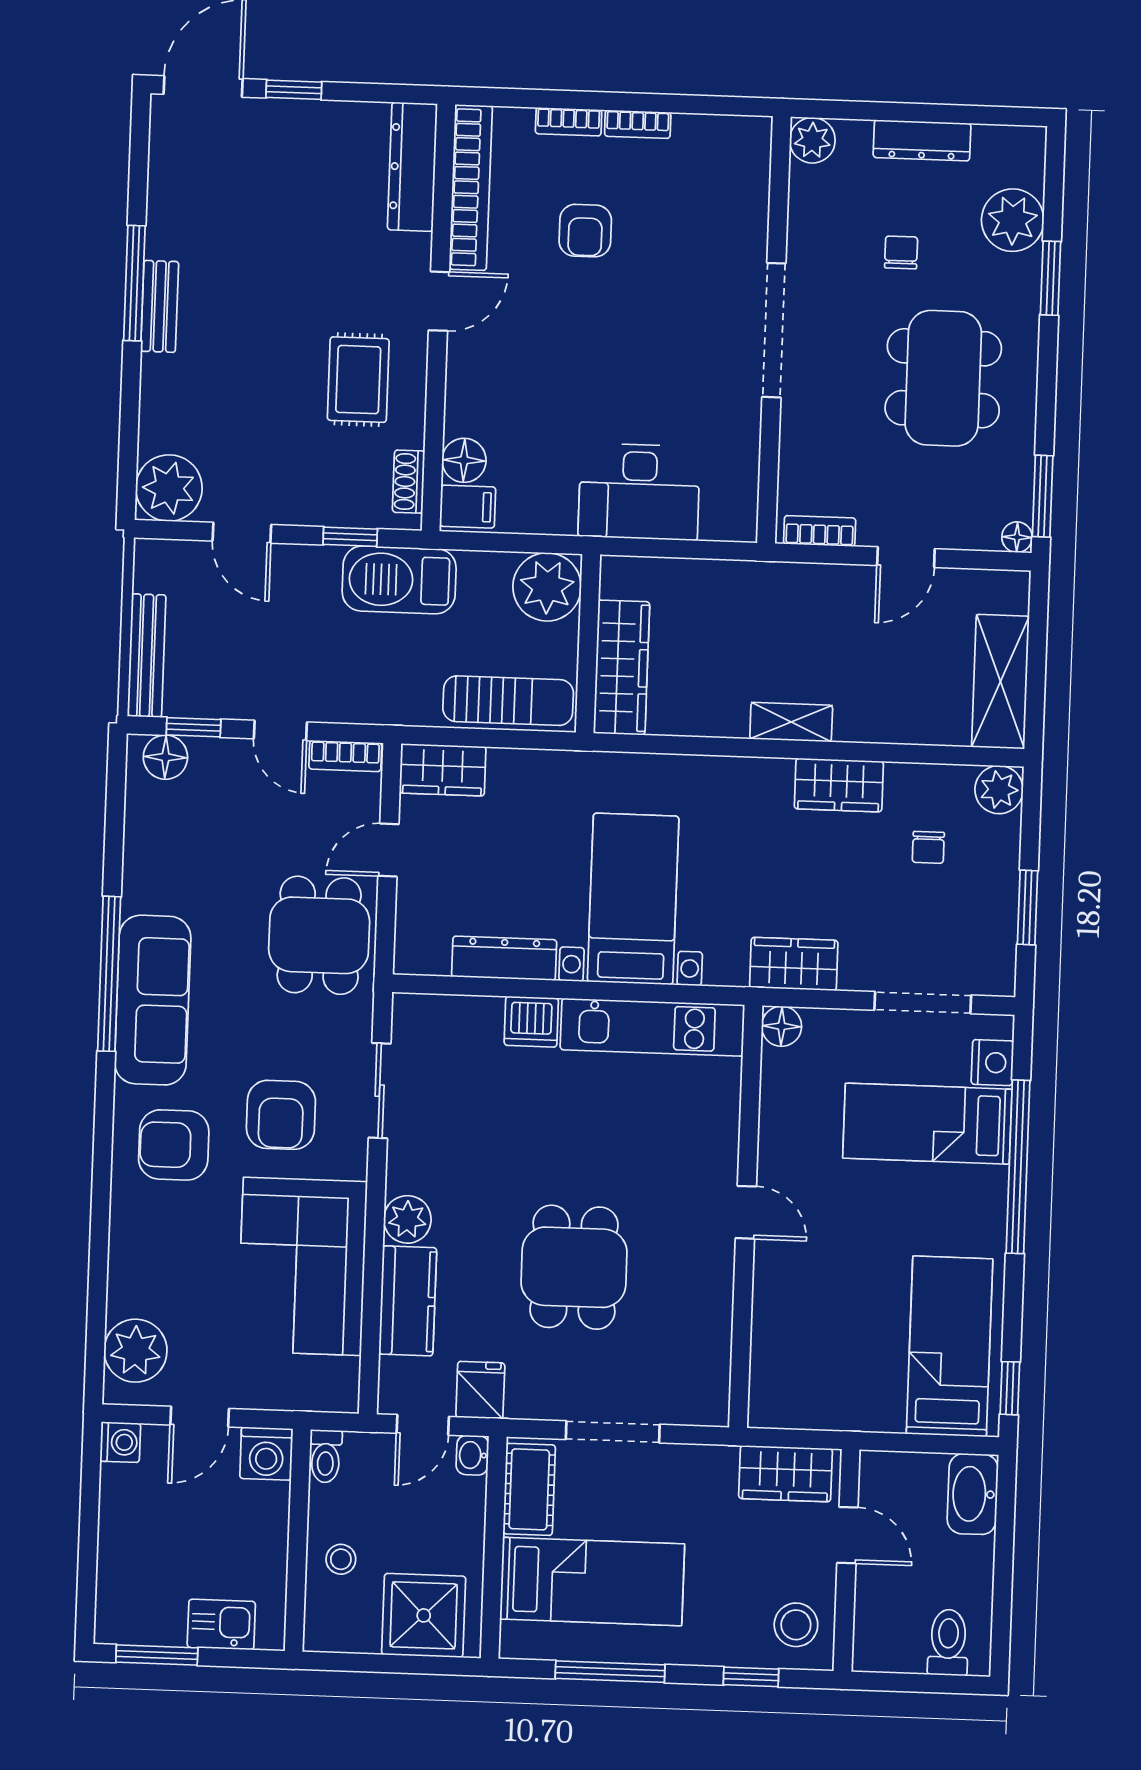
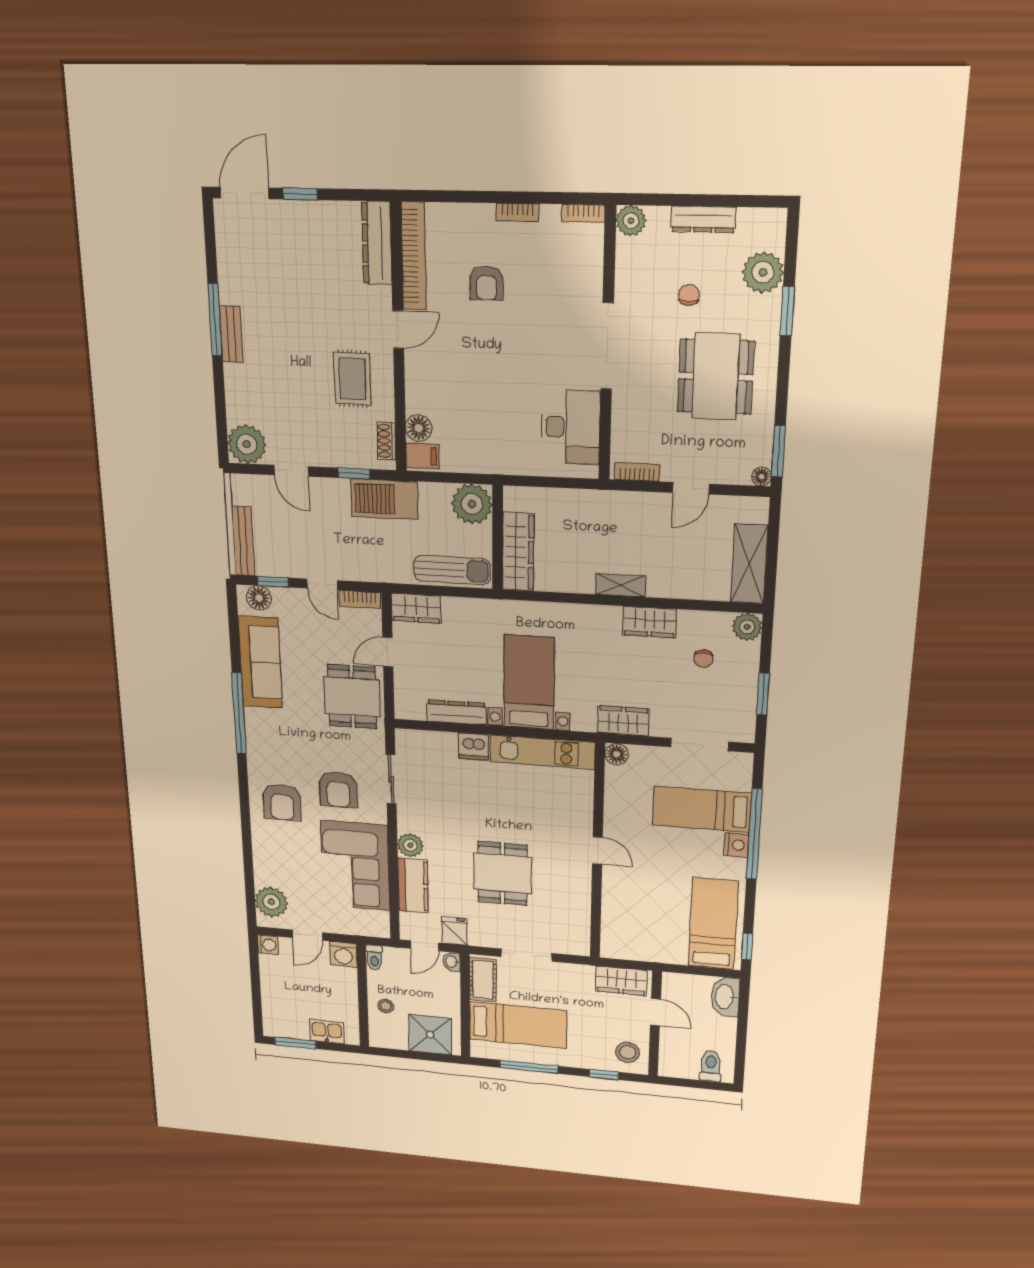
bookcase: (569, 122) -> (583, 213), moved
desk: (639, 492) -> (571, 427), moved, turned -90
sofa: (153, 1000) -> (260, 662), moved
nightstand: (992, 1063) -> (736, 845), moved
armchair: (174, 1145) -> (282, 802), turned -90

